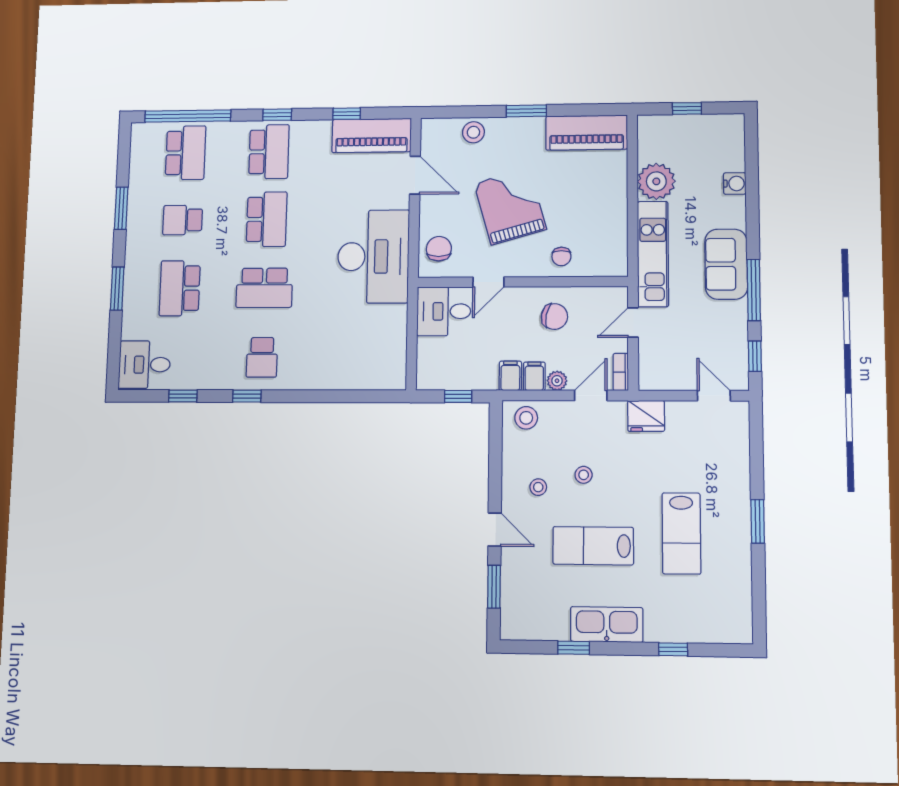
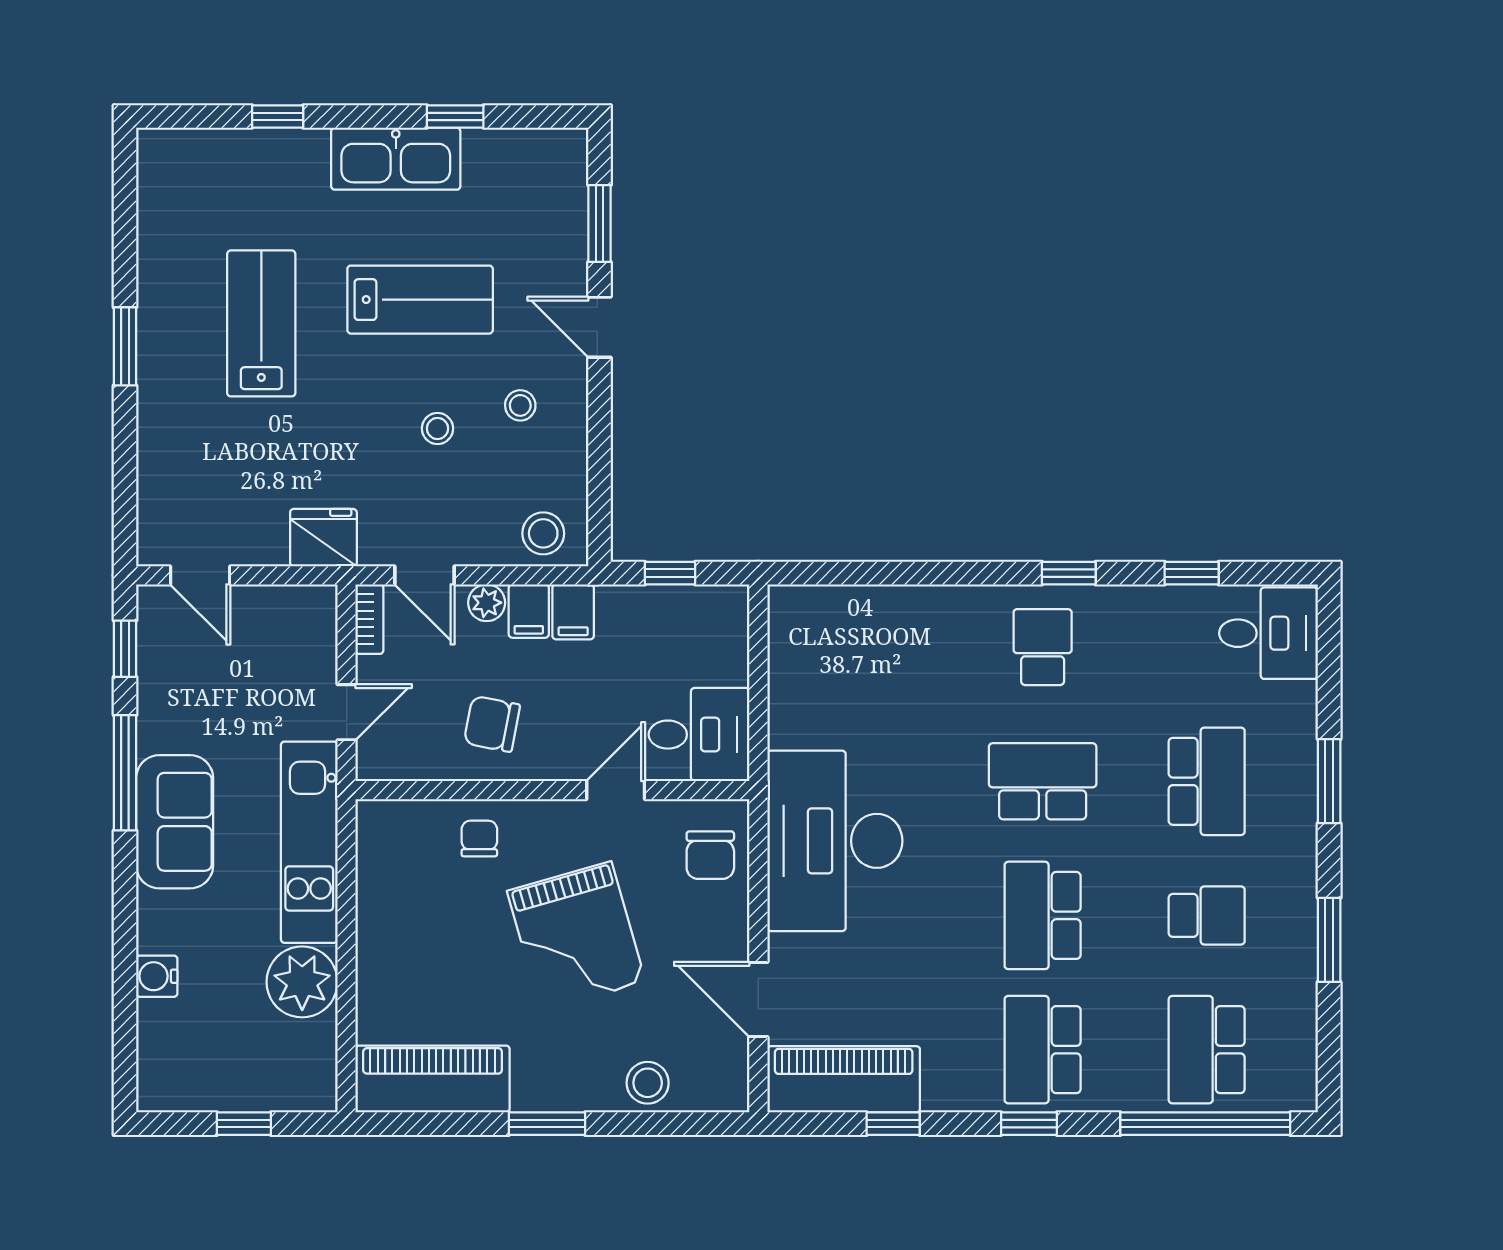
door: (591, 395) -> (424, 575), hinge flipped

